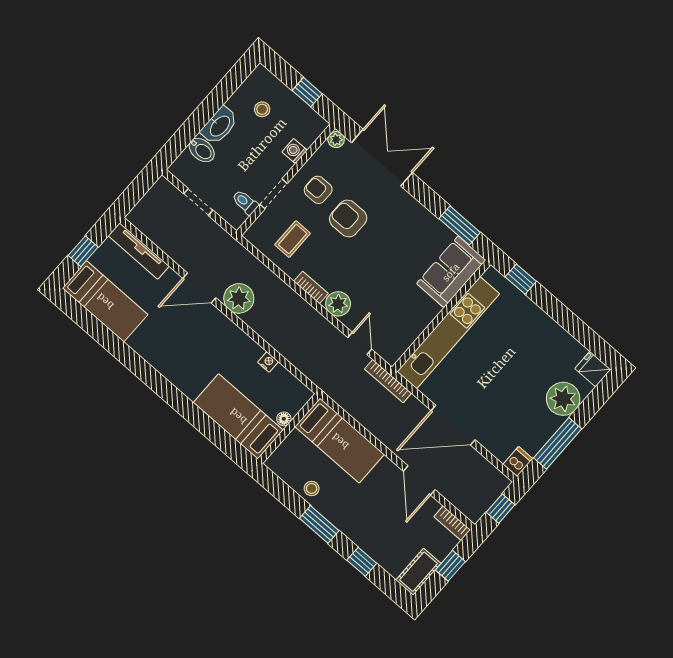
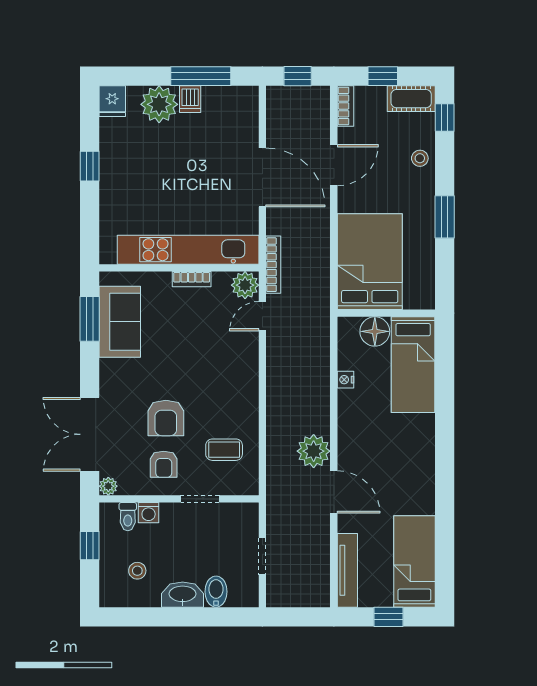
toilet: (245, 202) -> (128, 517), moved
sofa: (451, 272) -> (120, 322), moved, turned -90
window: (521, 279) -> (90, 166), moved
bookcase: (311, 287) -> (192, 279), moved, turned -90
plant: (338, 304) -> (245, 285), moved
floor lamp: (284, 419) -> (375, 331), width x1.89, depth x1.89
bed: (340, 441) -> (370, 262), width x1.50
dishwasher: (518, 462) -> (190, 99), moved, turned -90
stool: (312, 488) -> (420, 158), moved
window: (362, 562) -> (445, 117), moved

